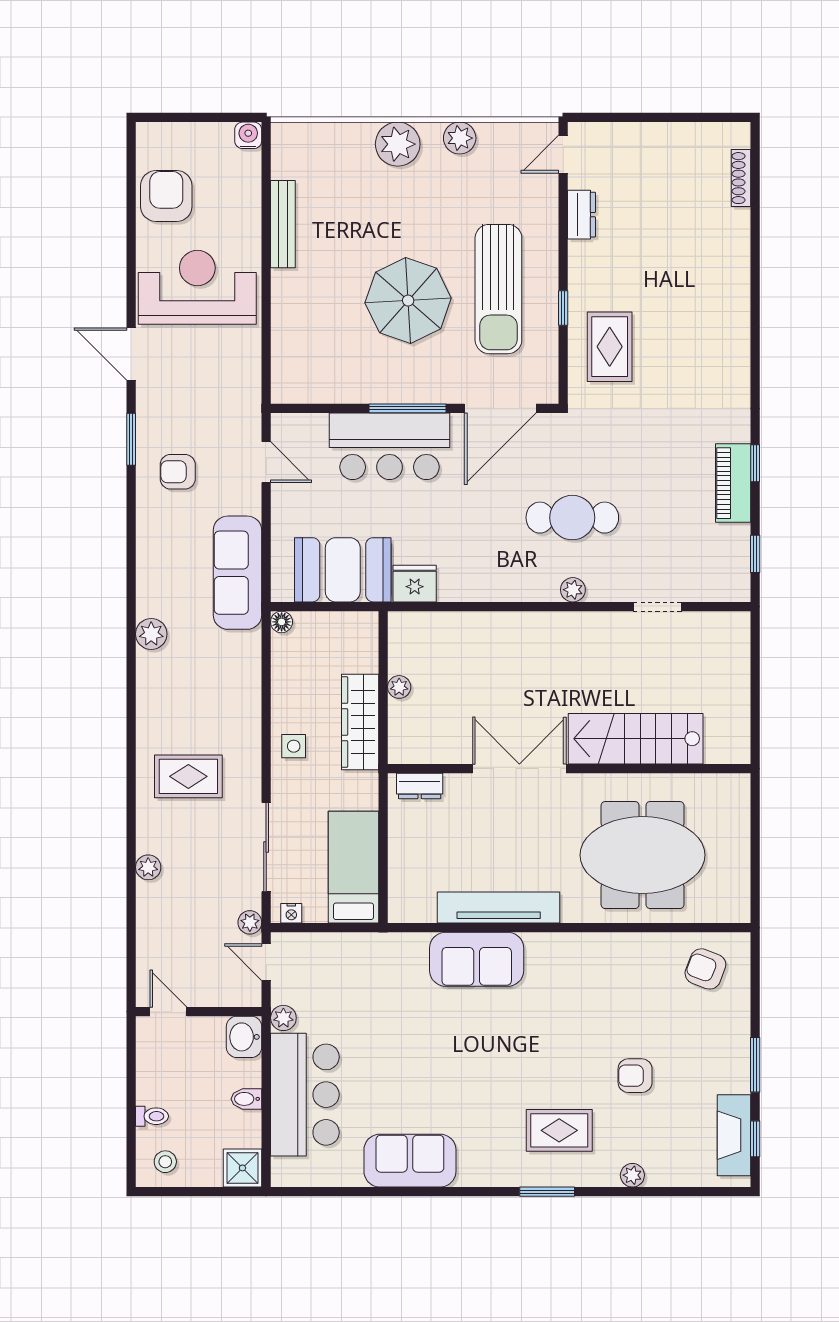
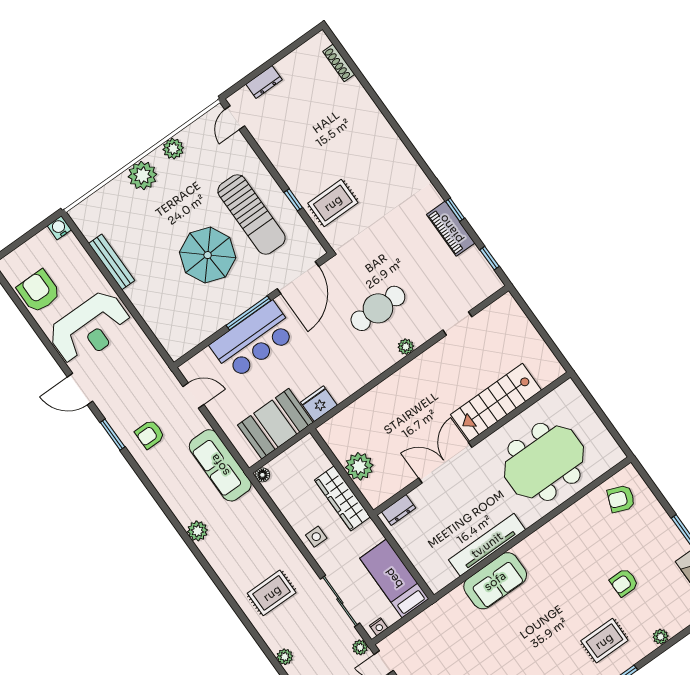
dresser: (581, 215) -> (264, 82), moved, turned 90
reception desk: (197, 287) -> (90, 328), turned 180
rug: (610, 347) -> (333, 203), turned 90
plant: (399, 687) -> (359, 466), width x1.88, depth x1.88

